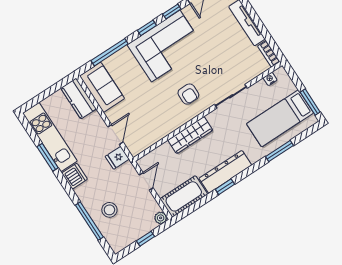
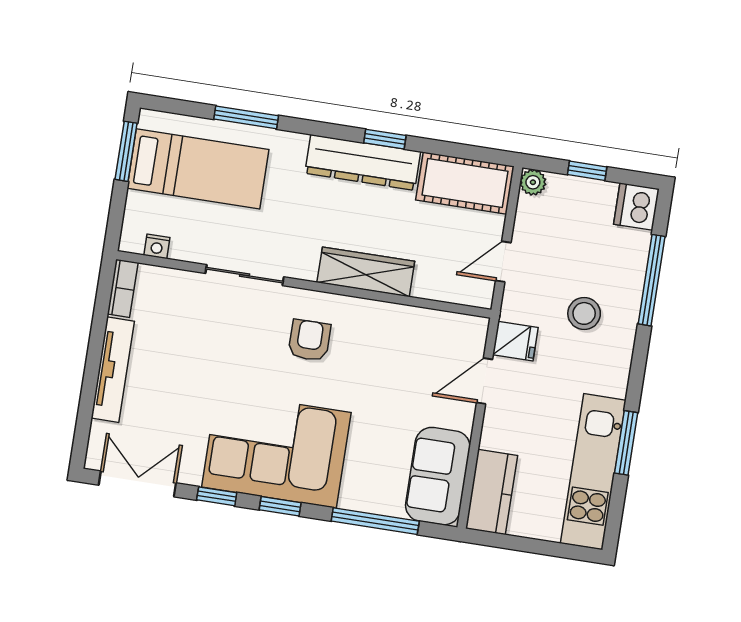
dishwasher: (75, 176) -> (636, 207), moved
stool: (109, 210) -> (584, 313), moved

